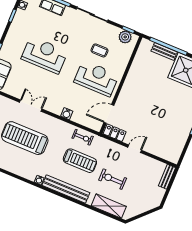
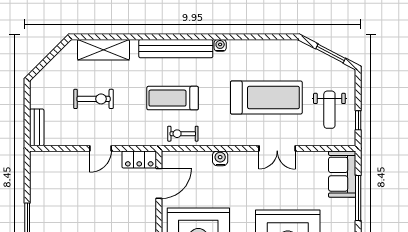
exercise bike: (113, 179) -> (94, 99), moved

